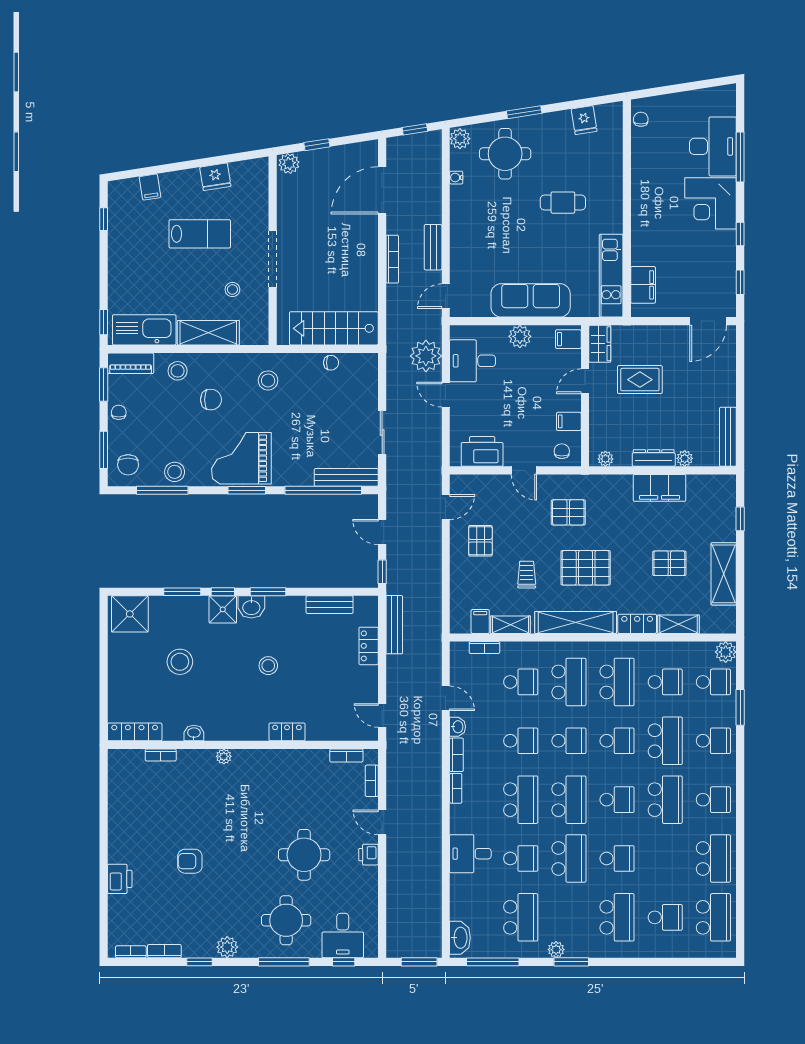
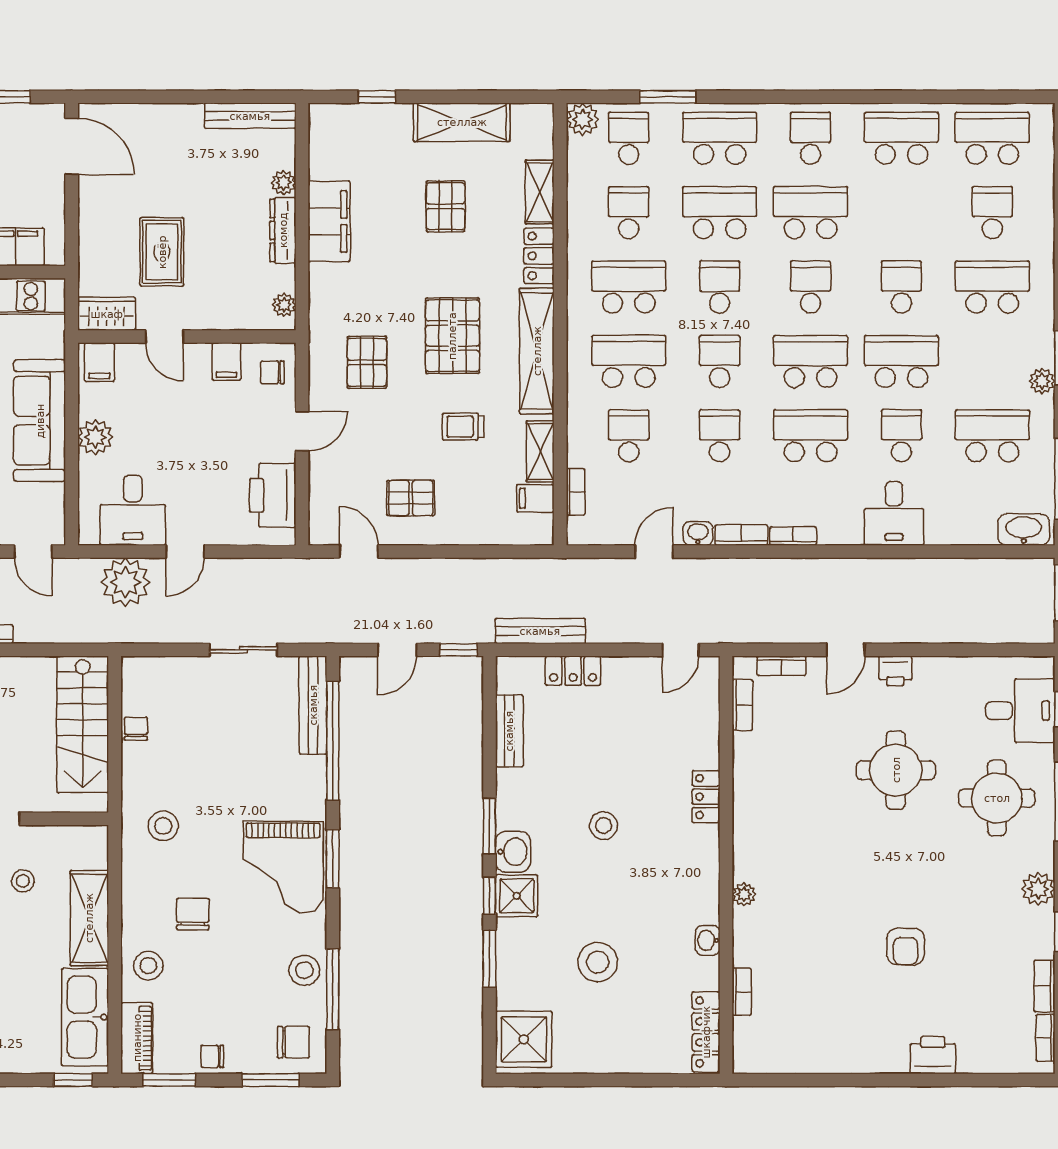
school desk: (713, 741) -> (720, 138), width x1.85

